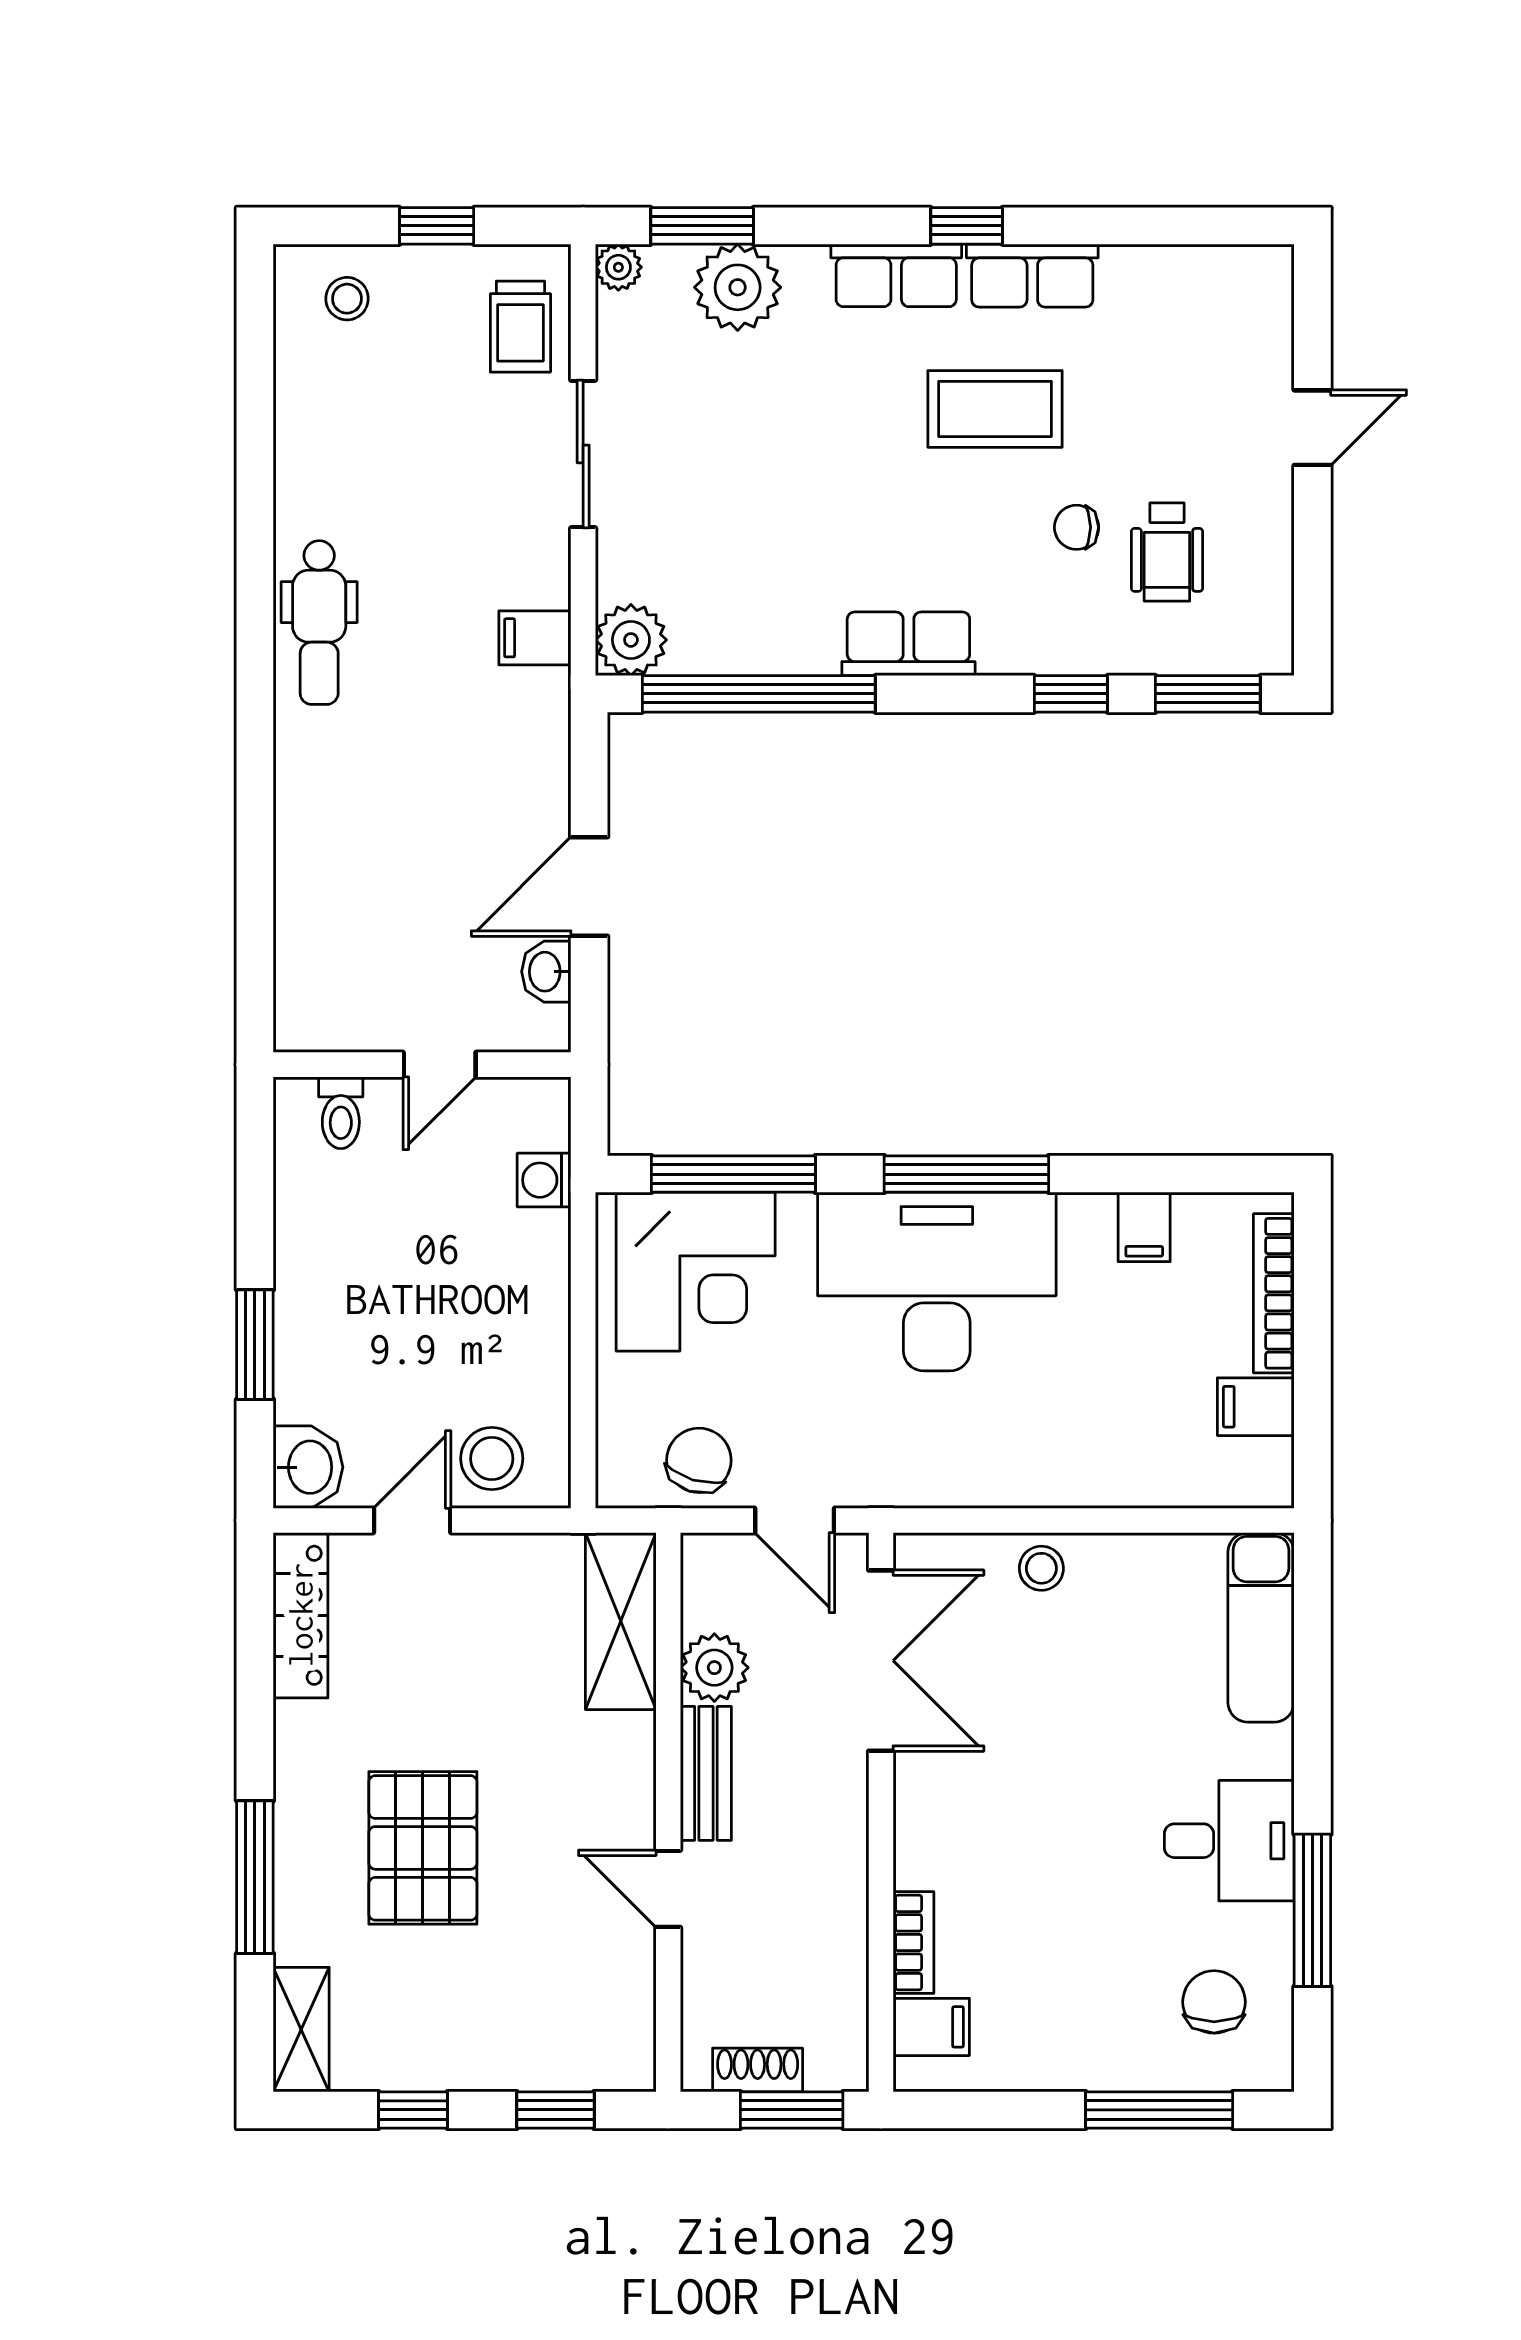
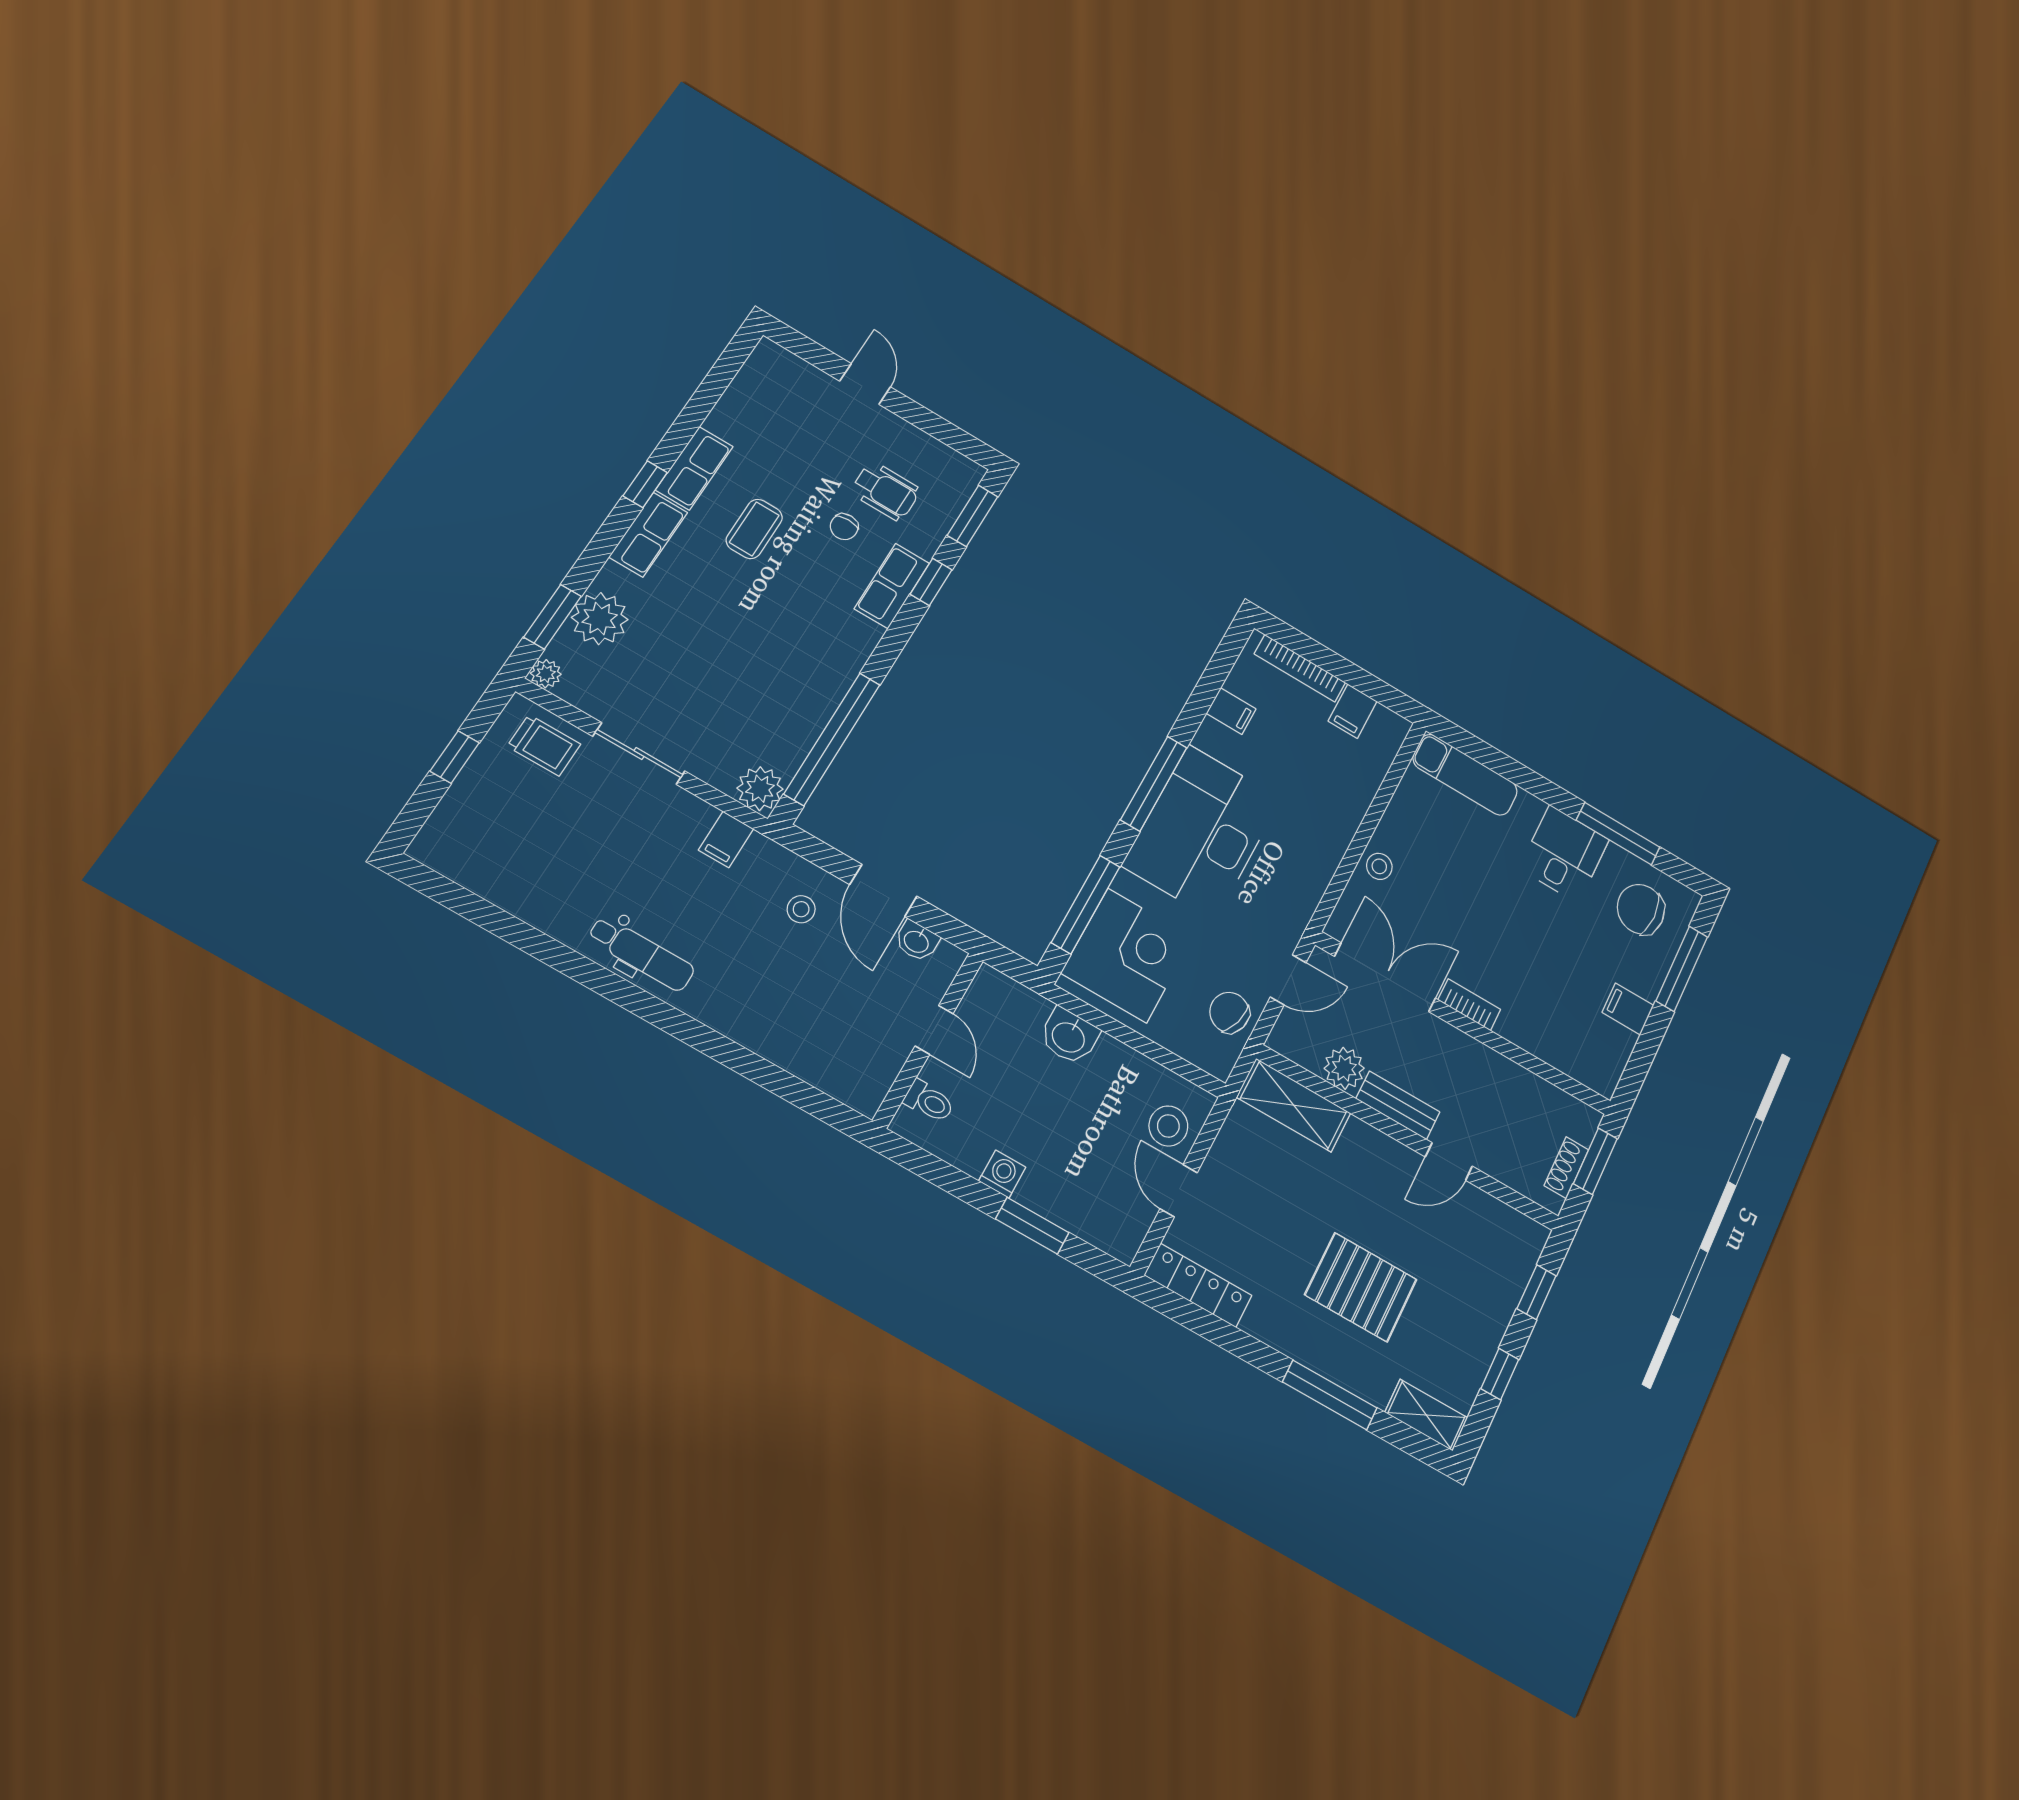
stool: (347, 299) -> (801, 909), moved
coffee table: (995, 409) -> (754, 529), width x0.73, depth x0.77
row of seats: (908, 644) -> (892, 586), moved
washing machine: (544, 1180) -> (1002, 1174), moved, turned 180
washbasin: (308, 1467) -> (1069, 1036), moved, turned 180
bookcase: (913, 1942) -> (1469, 1005), moved
chair: (1214, 2002) -> (1641, 909), width x1.37, depth x1.37
filing cabinet: (931, 2027) -> (1628, 1009), moved, turned -90

